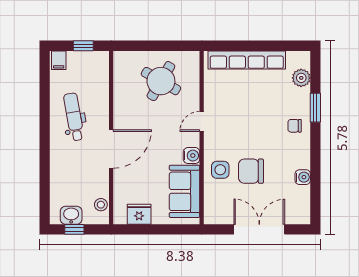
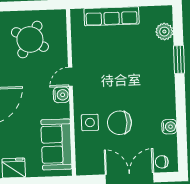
row of seats: (247, 60) -> (112, 16), width x0.73
chair: (295, 126) -> (162, 162), moved
water cooler: (192, 156) -> (61, 95), moved

